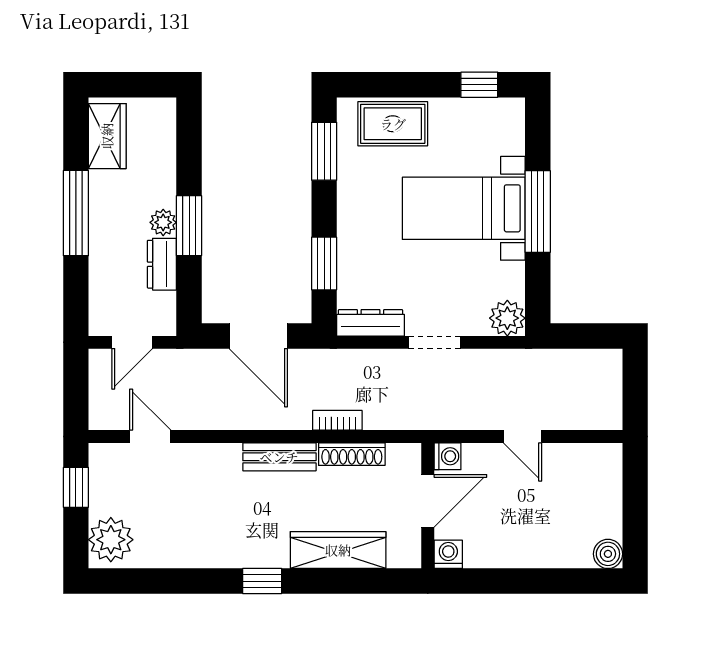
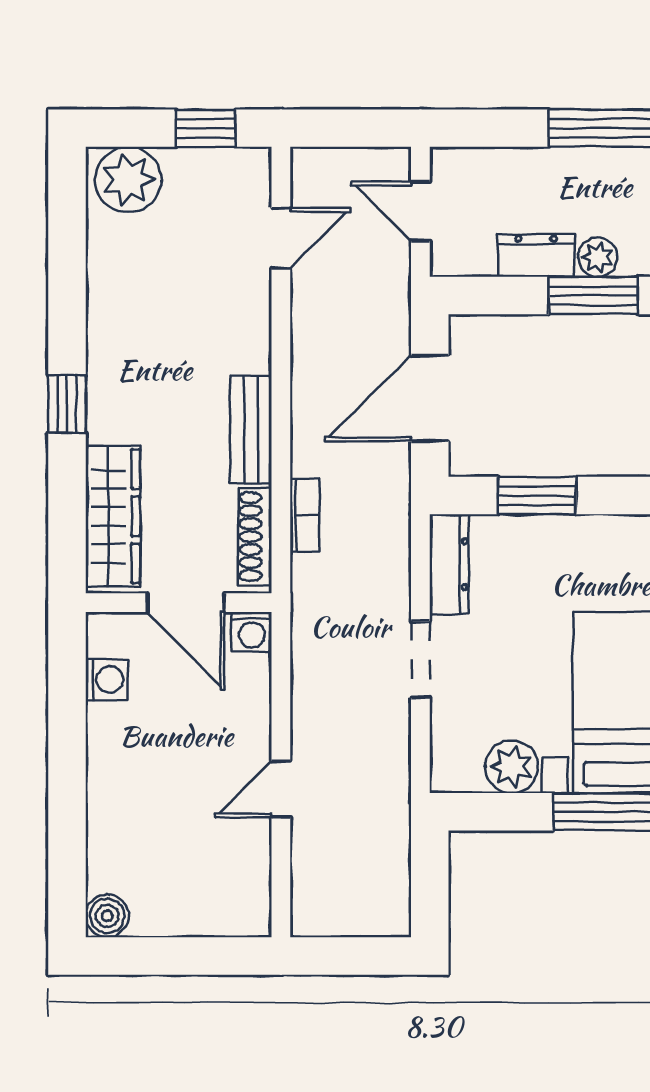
plant: (507, 318) -> (512, 767), moved
washing machine: (447, 456) -> (252, 632), moved
door: (428, 501) -> (186, 603), moved
wall: (428, 506) -> (179, 603), moved

